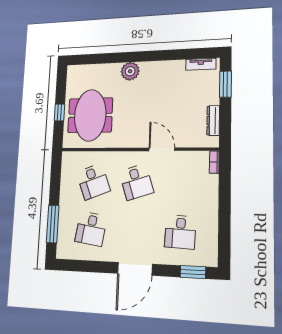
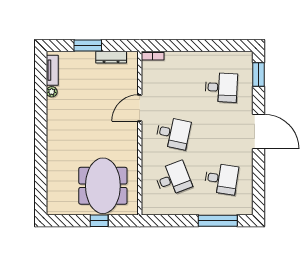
plant: (130, 71) -> (52, 92), moved, width x0.53, depth x0.53
window: (225, 84) -> (88, 45), moved
meeting table: (90, 115) -> (103, 186), turned 90
desk: (136, 182) -> (173, 133), turned 30

